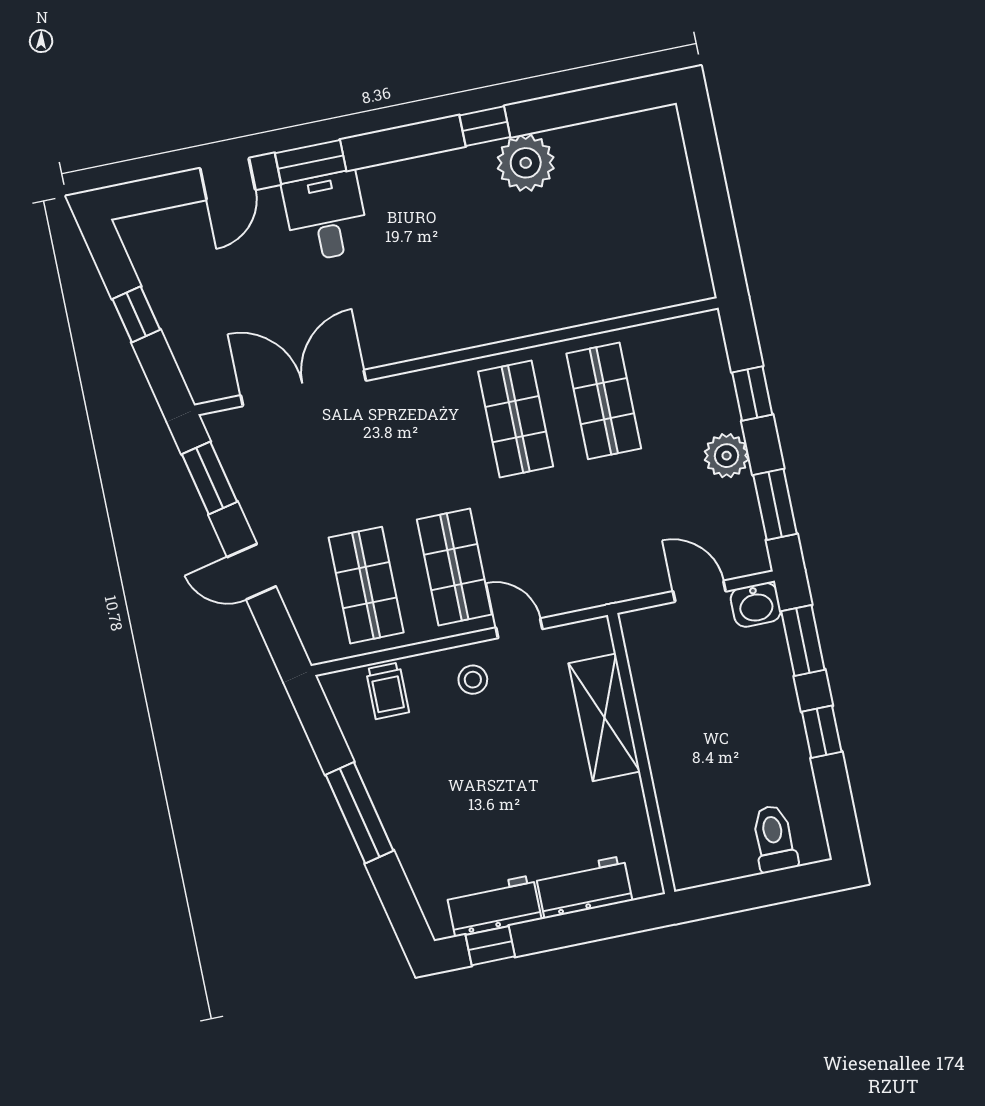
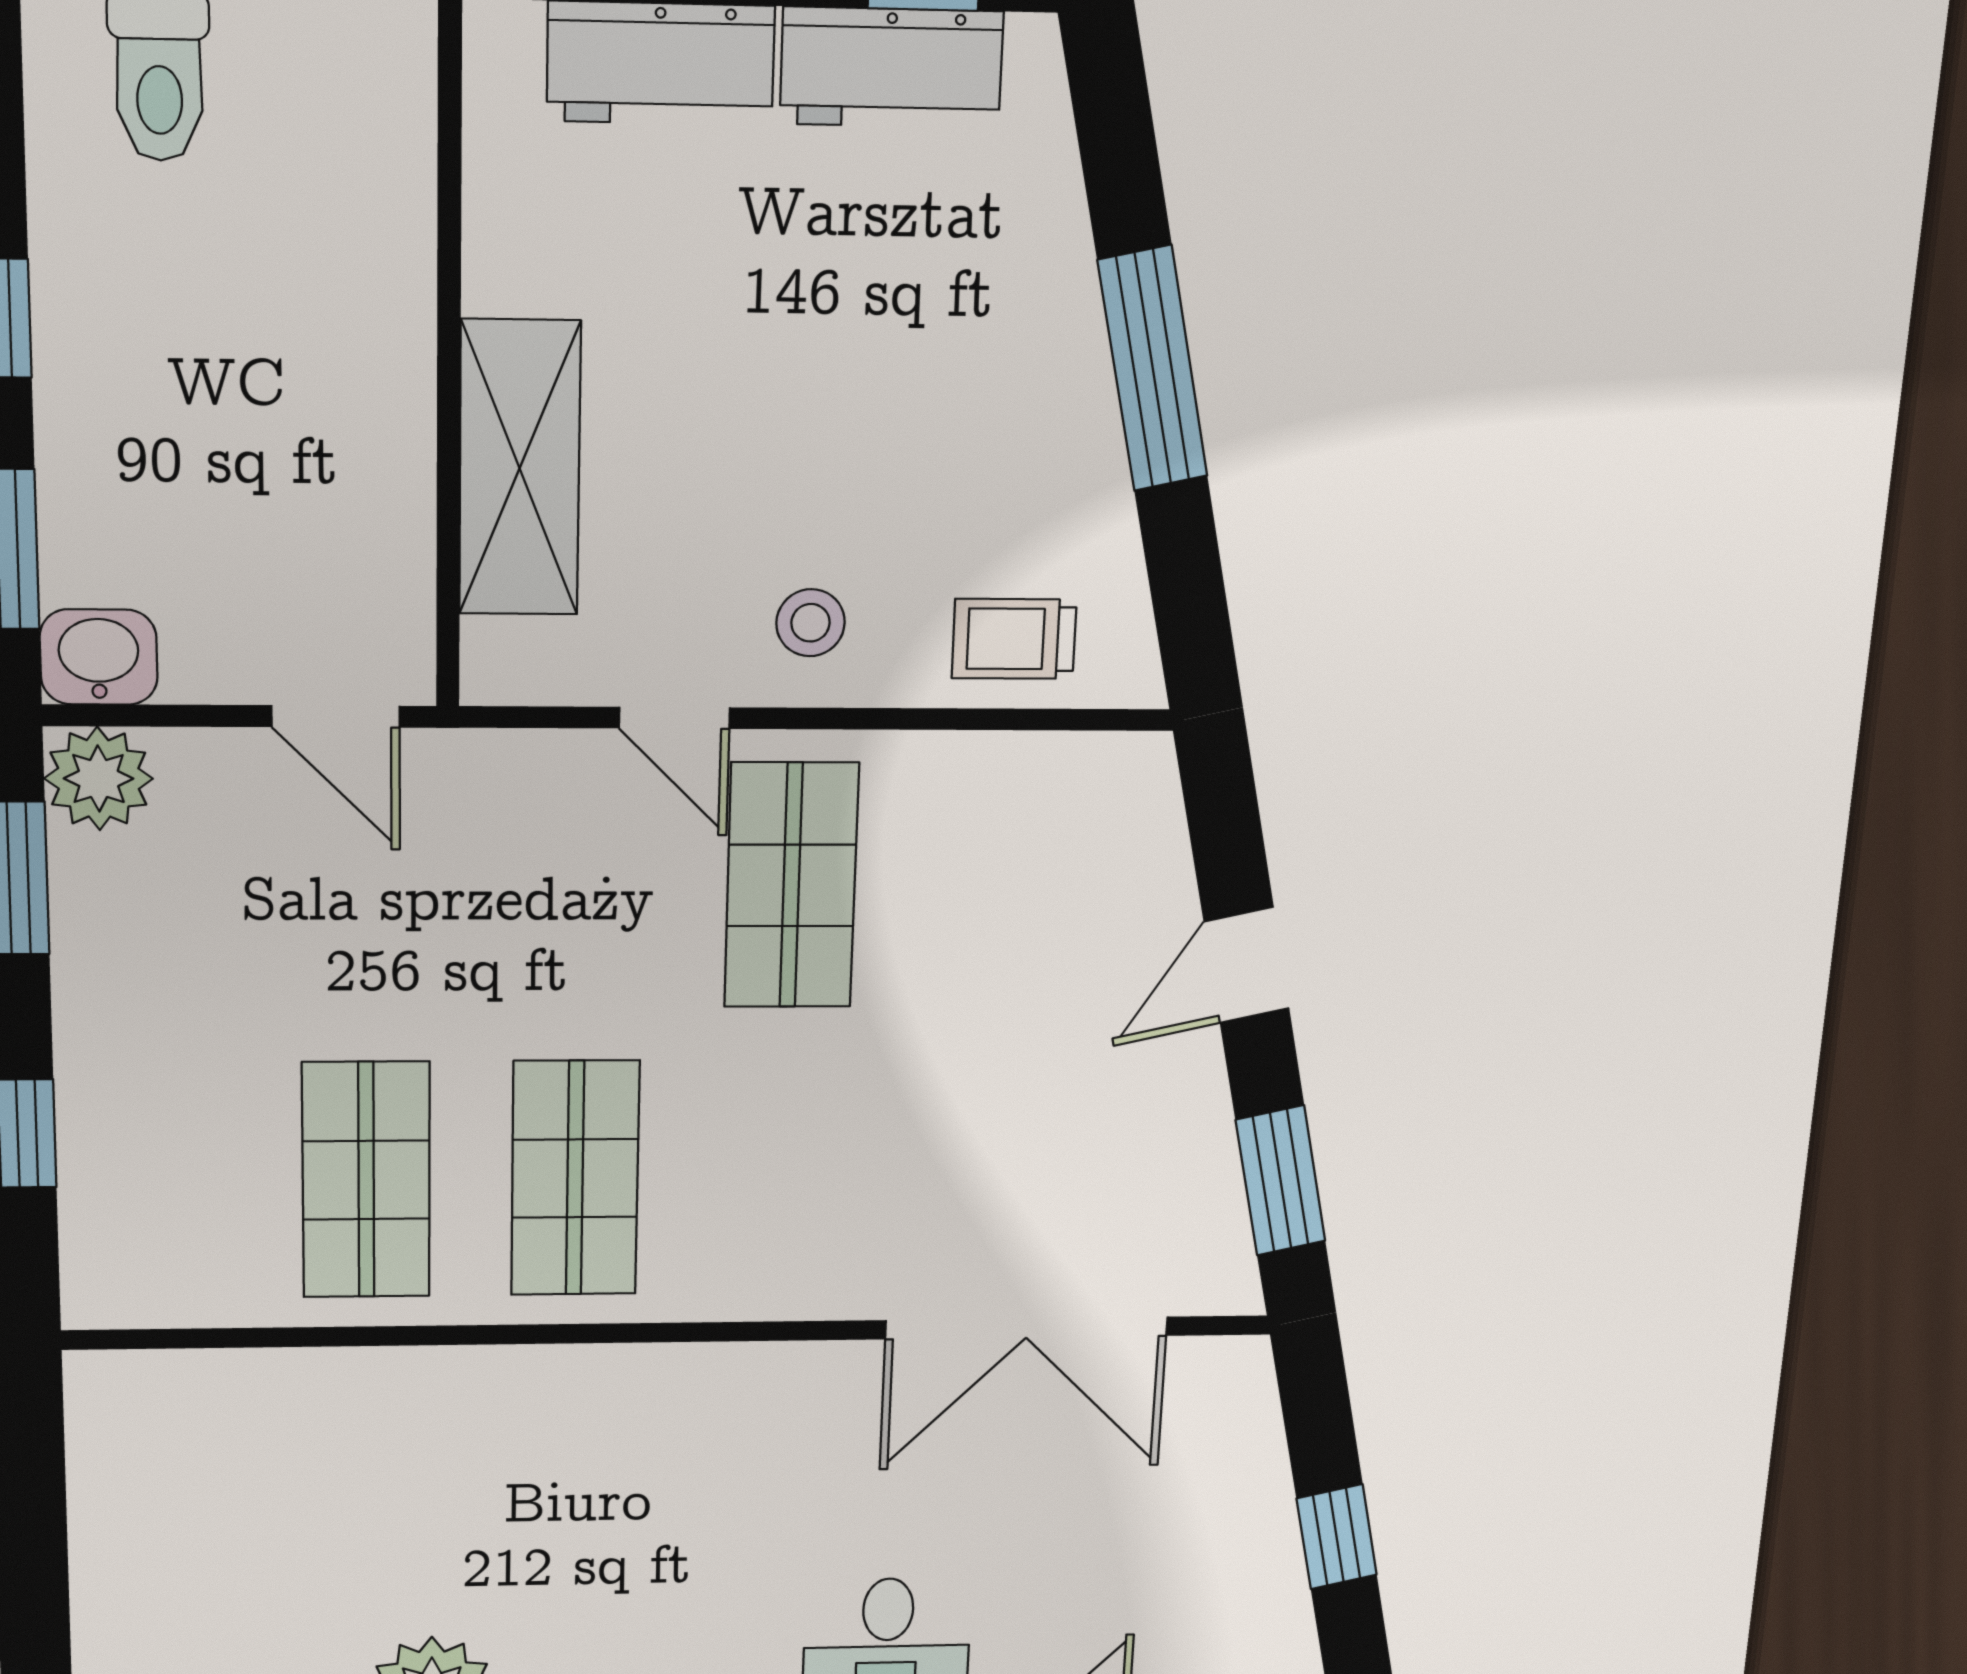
plant: (727, 456) -> (99, 779), moved
door: (252, 572) -> (1247, 965), swing flipped
shop shelf: (366, 585) -> (1001, 885), removed
door: (699, 591) -> (336, 716), moved
trolley: (387, 691) -> (1014, 639), turned -90

